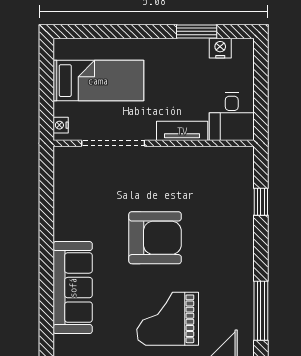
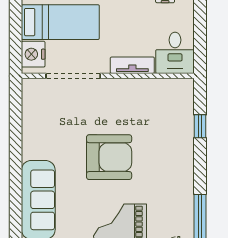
nightstand: (61, 125) -> (33, 54), width x1.89, depth x1.79

